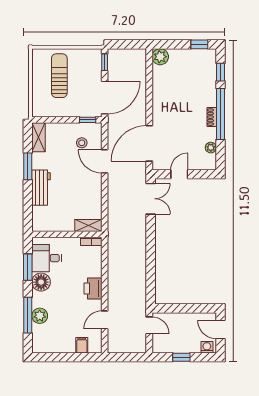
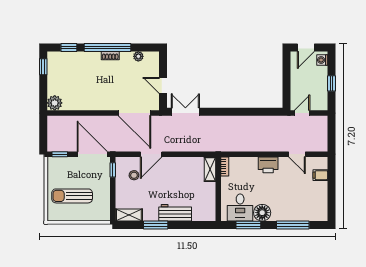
plant: (40, 316) -> (293, 214), removed

